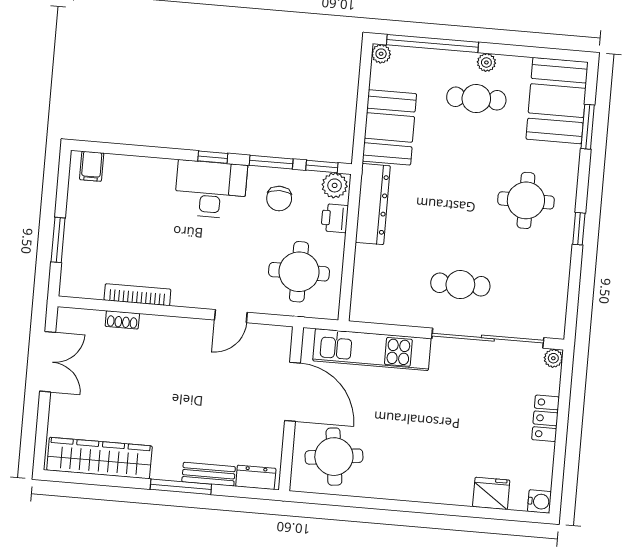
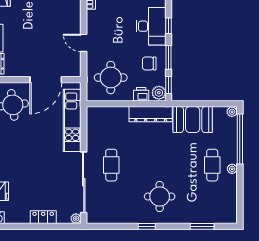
booth: (557, 101) -> (215, 209), removed

